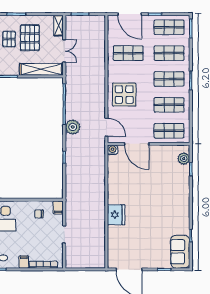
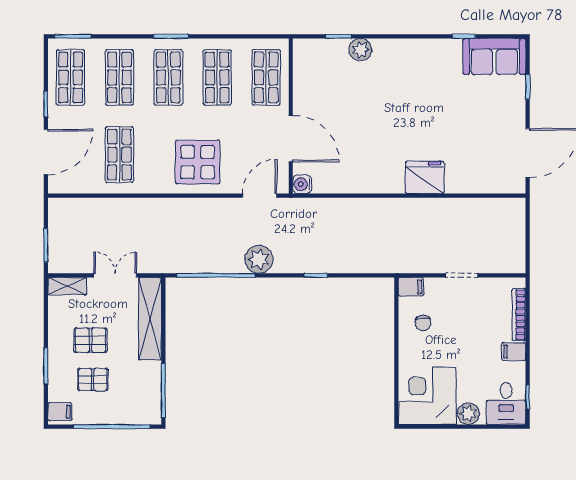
pallet: (30, 38) -> (90, 340), width x0.67, depth x0.71
door: (137, 144) -> (291, 139), hinge flipped
plant: (184, 159) -> (360, 50), moved

